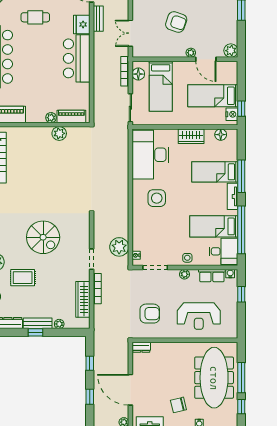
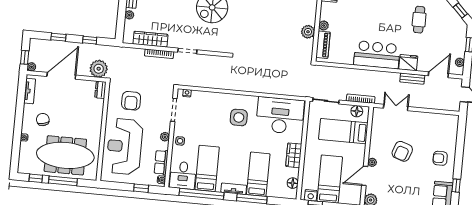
plant: (119, 247) -> (99, 69), moved
reception desk: (199, 316) -> (125, 146), width x1.36, depth x1.30

